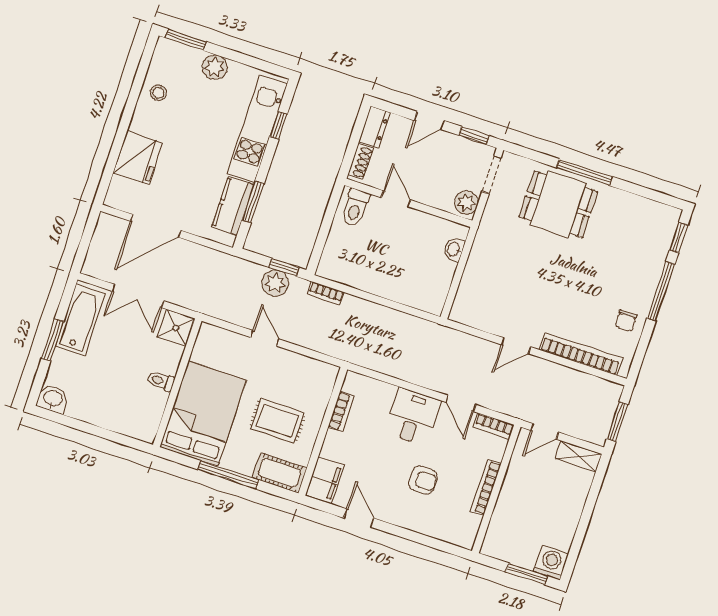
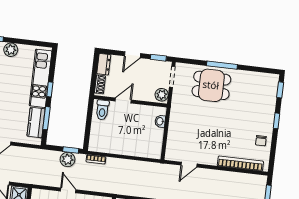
window: (278, 125) -> (50, 89), moved
door: (396, 199) -> (123, 100), hinge flipped
window: (661, 291) -> (276, 121), width x0.46
door: (516, 346) -> (189, 165), moved

